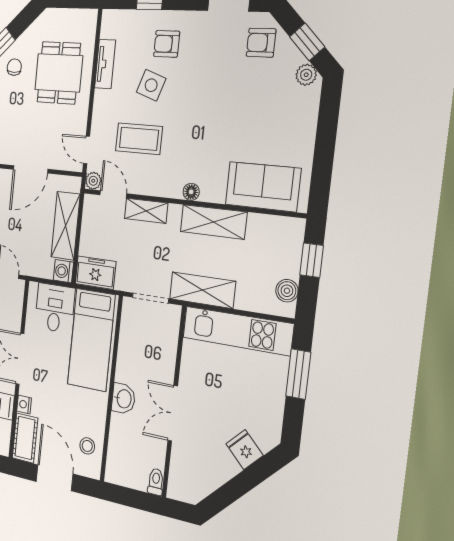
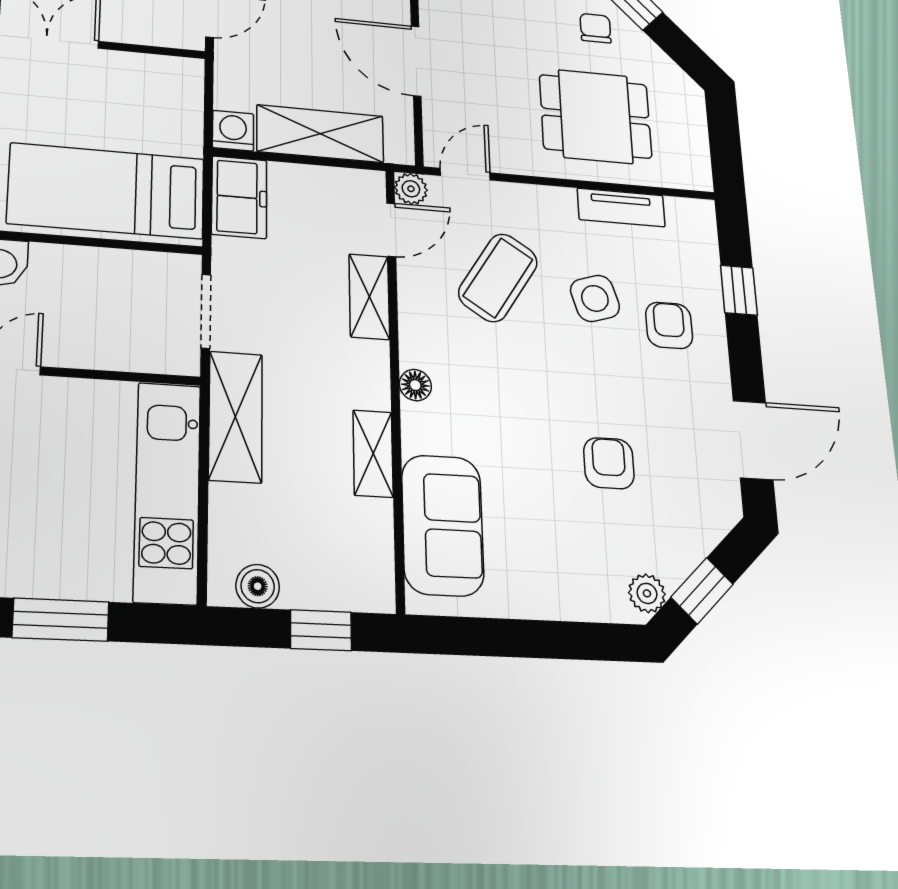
armchair: (261, 43) -> (609, 463), moved
chair: (14, 67) -> (595, 28), turned -90
side table: (151, 85) -> (595, 298), turned -36
coffee table: (139, 139) -> (498, 278), turned 33
shelving: (213, 222) -> (373, 454), width x0.67, depth x0.75
desk: (55, 308) -> (159, 113), removed
window: (298, 374) -> (61, 620), moved

